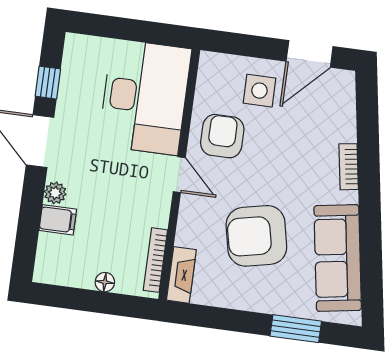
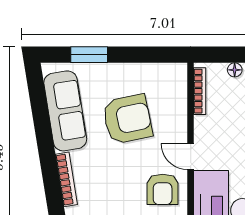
bookcase: (349, 167) -> (66, 179), width x1.56
fireplace: (181, 275) -> (179, 83), removed

